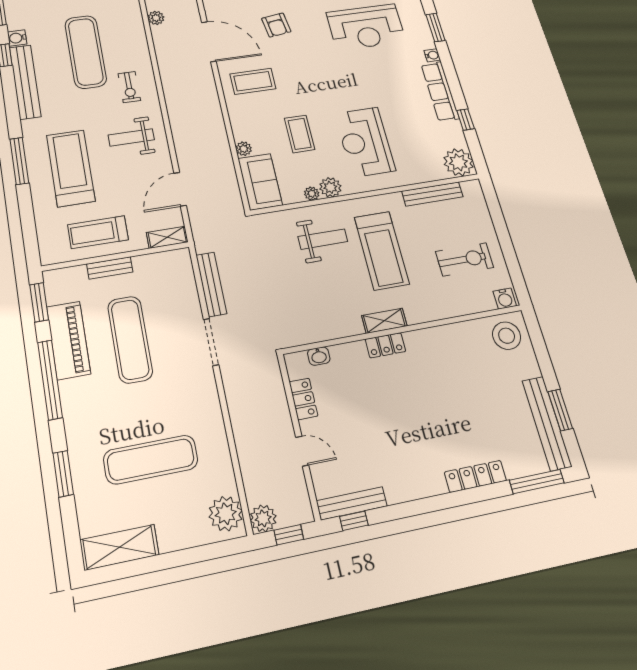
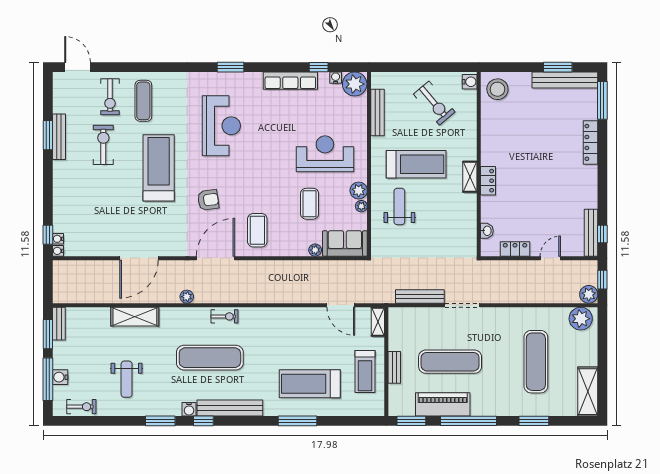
water cooler: (432, 55) -> (336, 78), moved
exercise bike: (129, 87) -> (225, 316), moved
coffee table: (300, 134) -> (310, 204), turned 90
weight bench: (131, 137) -> (291, 334), removed
reception desk: (365, 142) -> (325, 154), turned 180
exercise bike: (465, 259) -> (434, 103), turned 140

